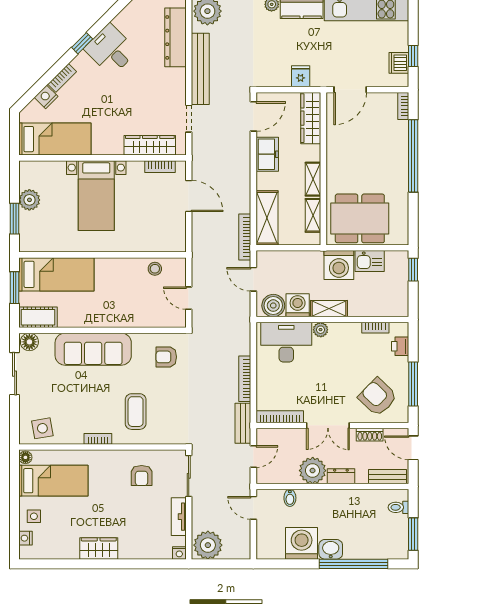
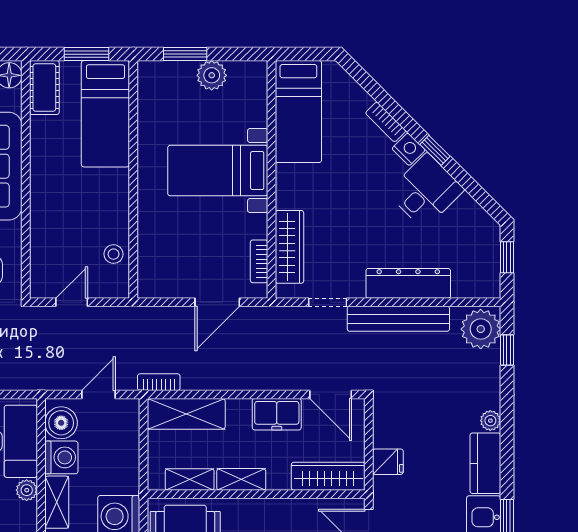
dresser: (175, 37) -> (408, 283), moved
nightstand: (46, 97) -> (409, 149), moved
bookcase: (245, 237) -> (159, 382), width x0.64

